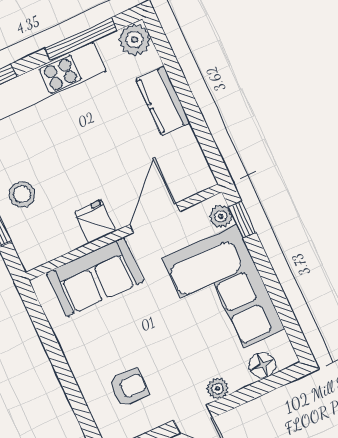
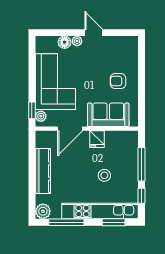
kitchen counter: (163, 101) -> (43, 171), width x1.50
stool: (22, 194) -> (104, 175), moved
floor lamp: (263, 365) -> (65, 42), moved
armchair: (129, 387) -> (118, 81), moved

